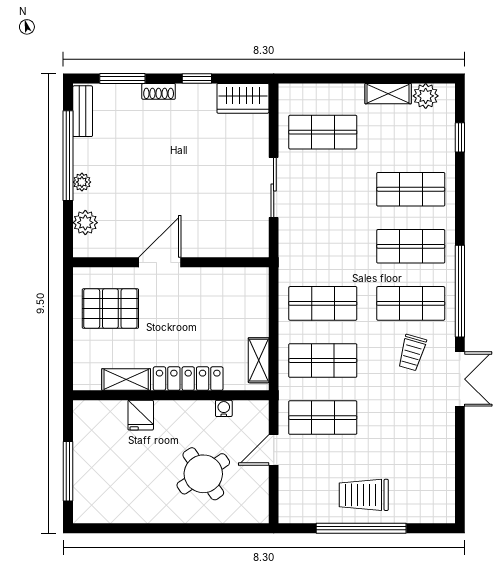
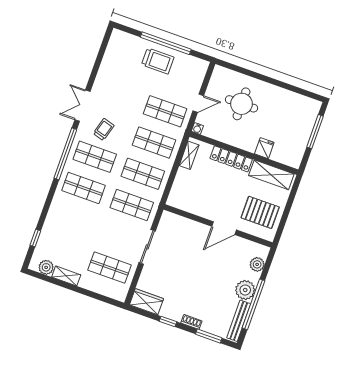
bench: (83, 111) -> (239, 321), width x1.36
plant: (82, 182) -> (245, 290), width x1.88, depth x1.88
shop shelf: (411, 189) -> (132, 205), moved
shelving: (126, 380) -> (271, 175), width x1.50, depth x1.33
water cooler: (224, 408) -> (197, 128), moved
round table: (203, 474) -> (241, 104), turned 34

